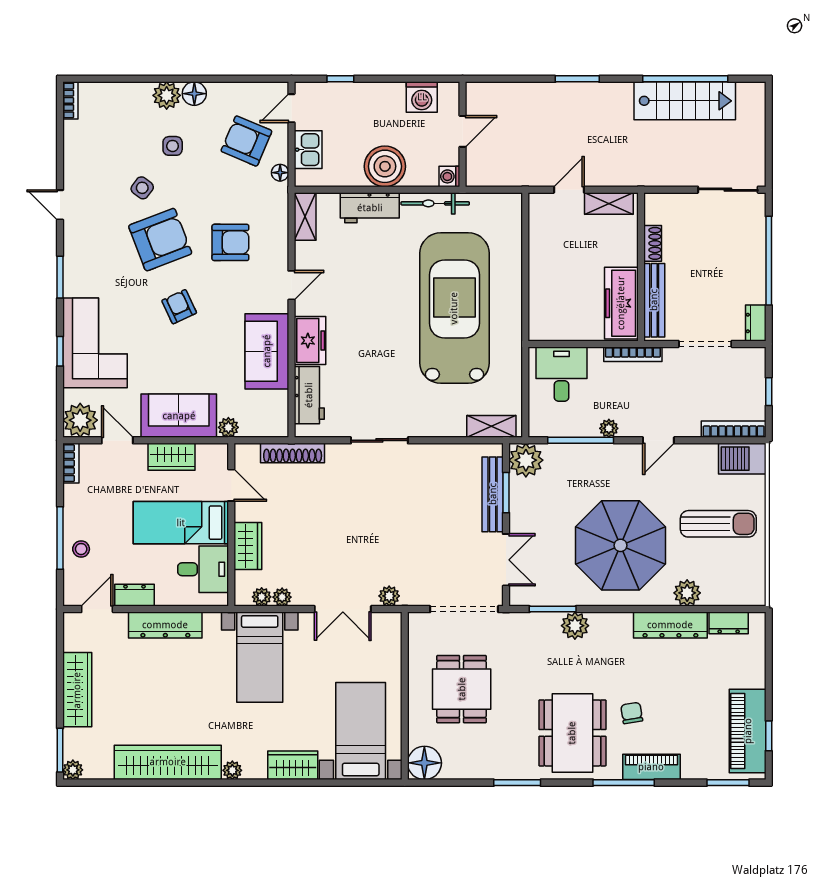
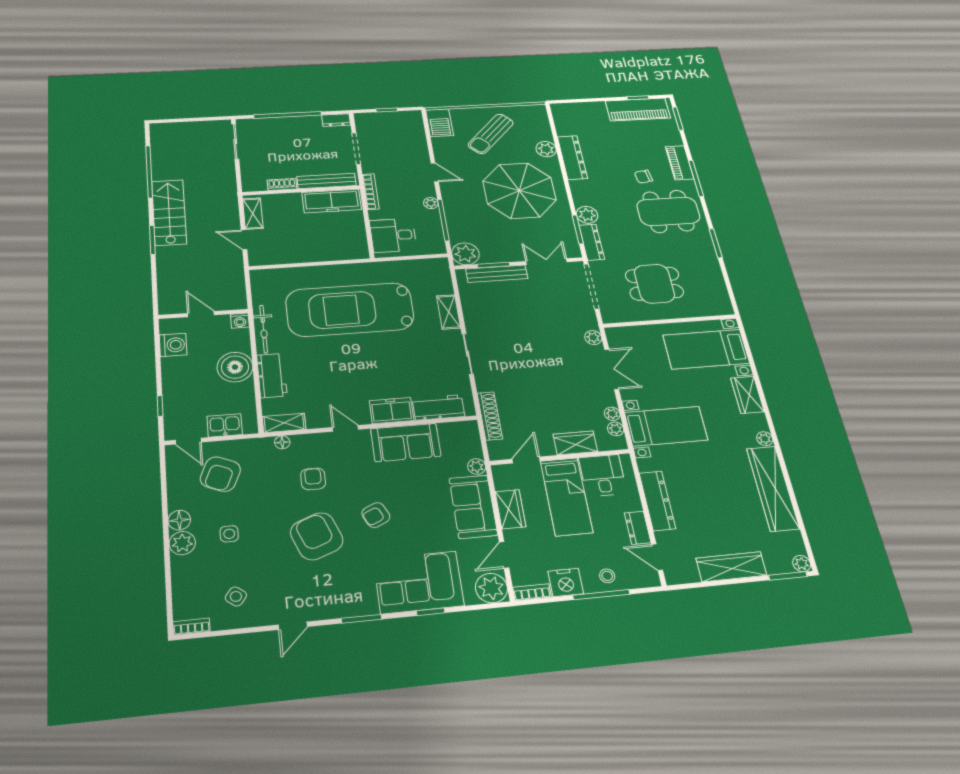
stairs: (685, 101) -> (169, 212), moved
floor lamp: (280, 173) -> (282, 442), moved
side table: (142, 188) -> (236, 596), moved
armchair: (230, 242) -> (313, 479), width x0.72, depth x0.72
shelving: (491, 426) -> (449, 312), moved
bookcase: (734, 429) -> (418, 129), removed
nightstand: (78, 502) -> (566, 582), added
sun lounger: (718, 524) -> (491, 134), turned -136
dresser: (729, 623) -> (592, 242), moved, width x1.44
floor lamp: (424, 763) -> (719, 304), removed

